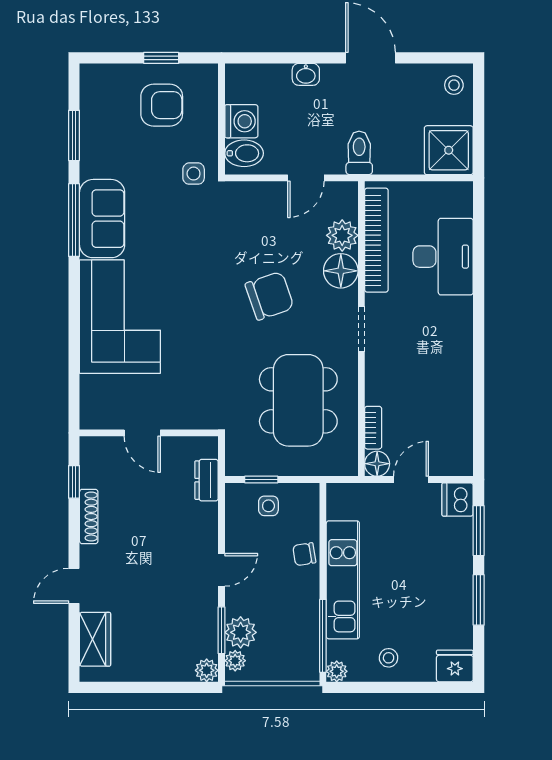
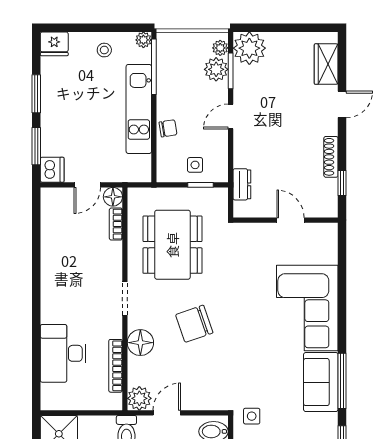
plant: (342, 235) -> (139, 398), moved
bookcase: (376, 240) -> (116, 366), width x0.68, depth x0.76
plant: (207, 670) -> (249, 48), width x1.88, depth x1.88

